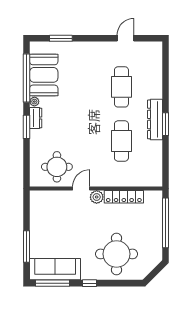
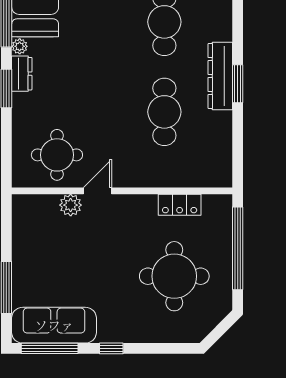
plant: (97, 197) -> (71, 205), moved
locker: (124, 197) -> (180, 205), width x0.66
round table: (116, 254) -> (174, 276), moved

